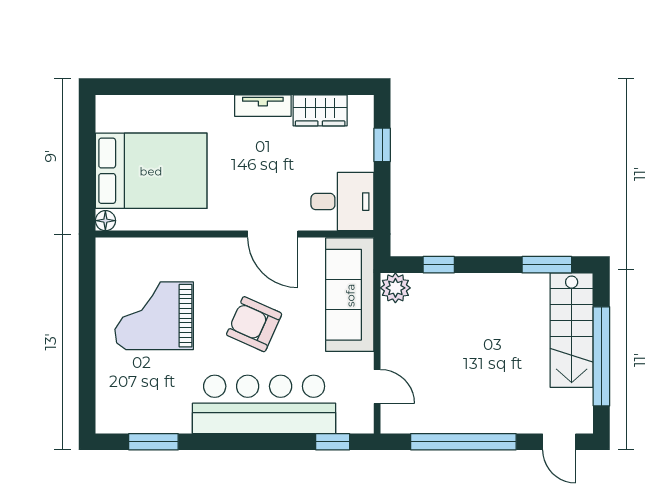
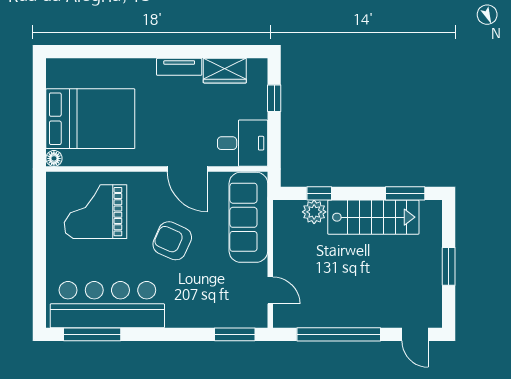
plant: (395, 288) -> (314, 212), moved
grand piano: (154, 316) -> (96, 212), moved
stairs: (572, 330) -> (373, 217), moved, turned -90
window: (601, 356) -> (449, 266), width x0.47
bar counter: (264, 404) -> (107, 305), moved
window: (153, 442) -> (92, 334), width x1.44
window: (333, 442) -> (235, 334), width x1.50

